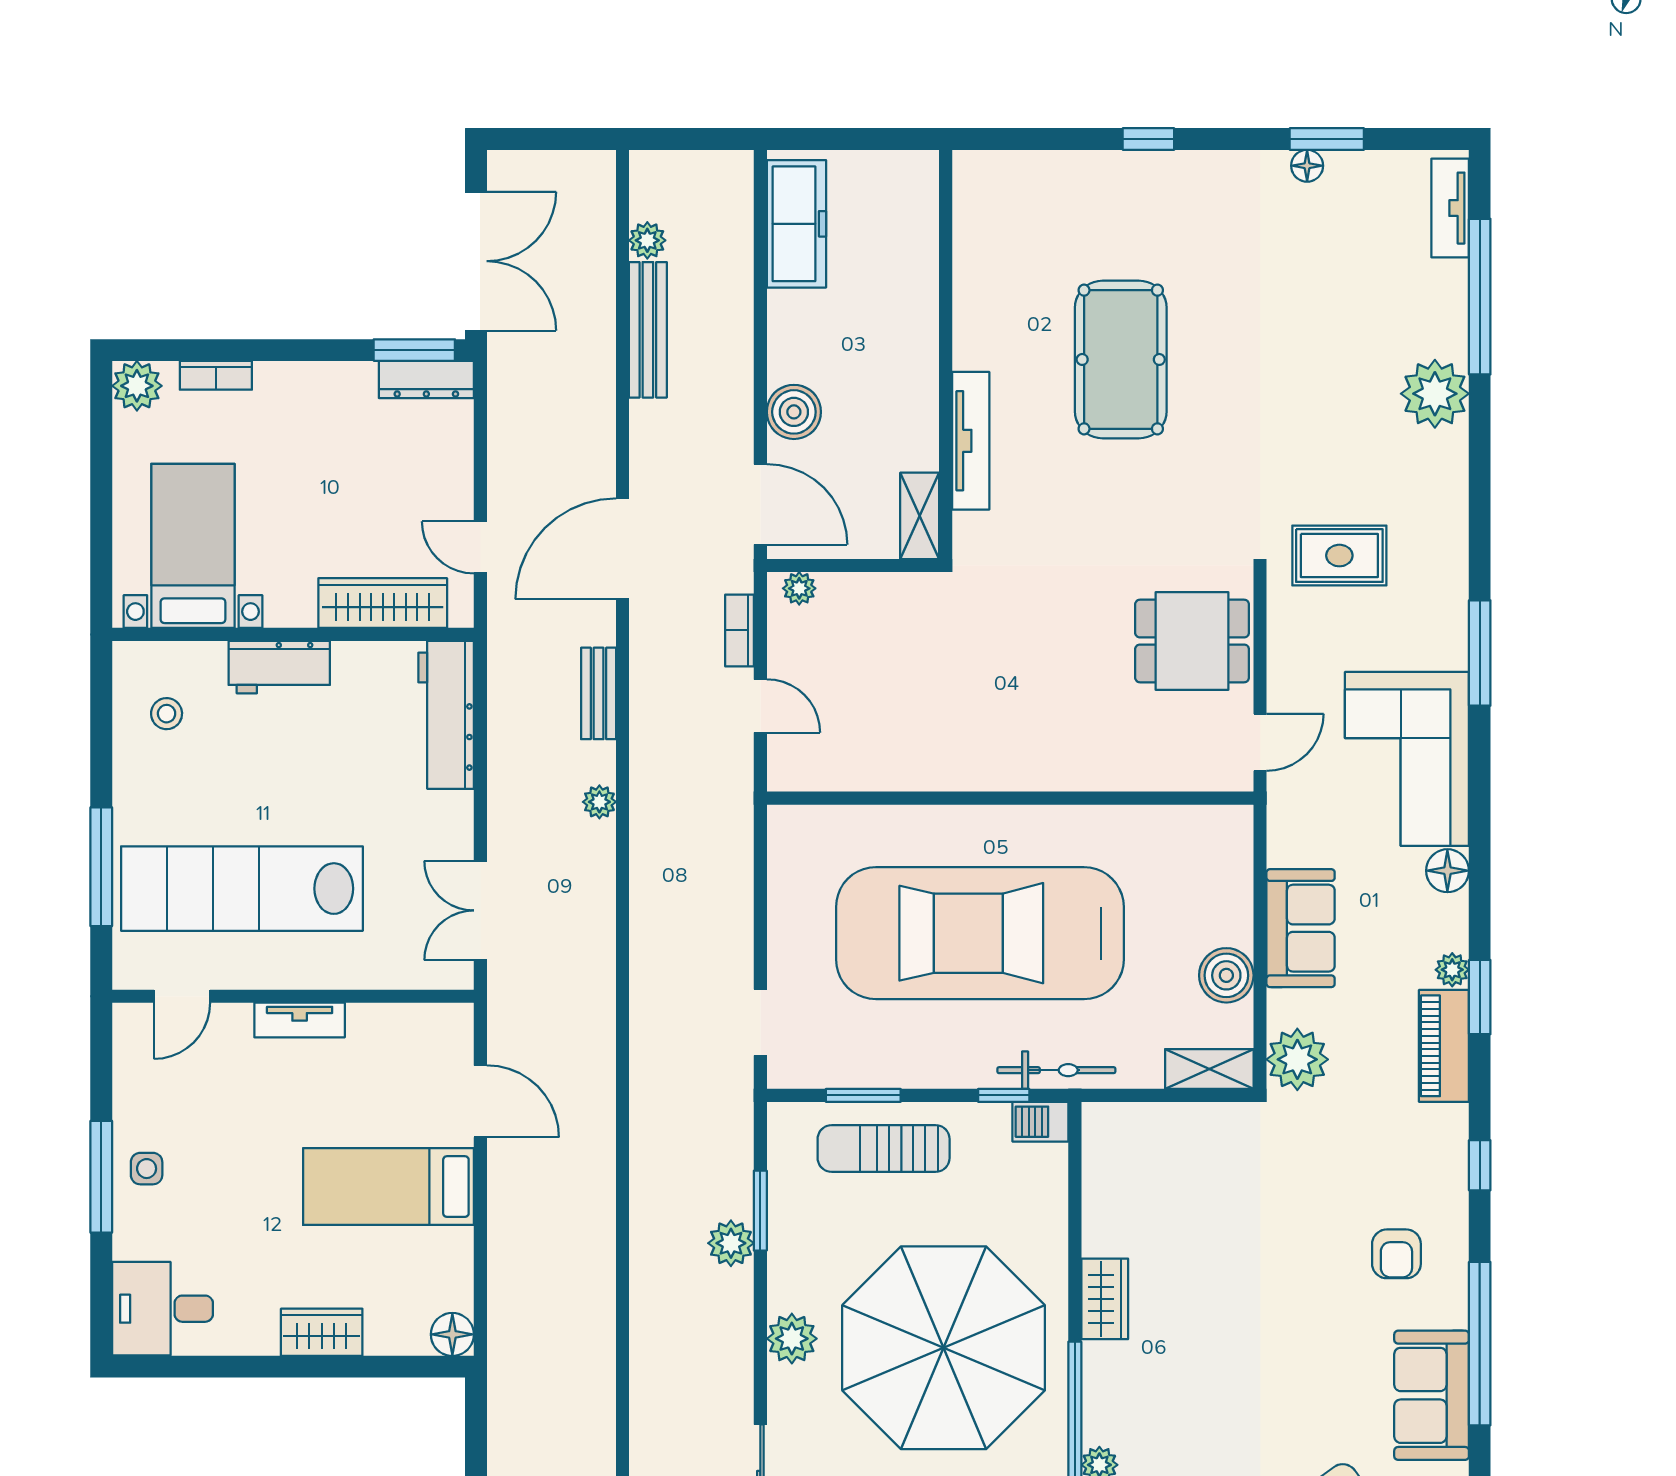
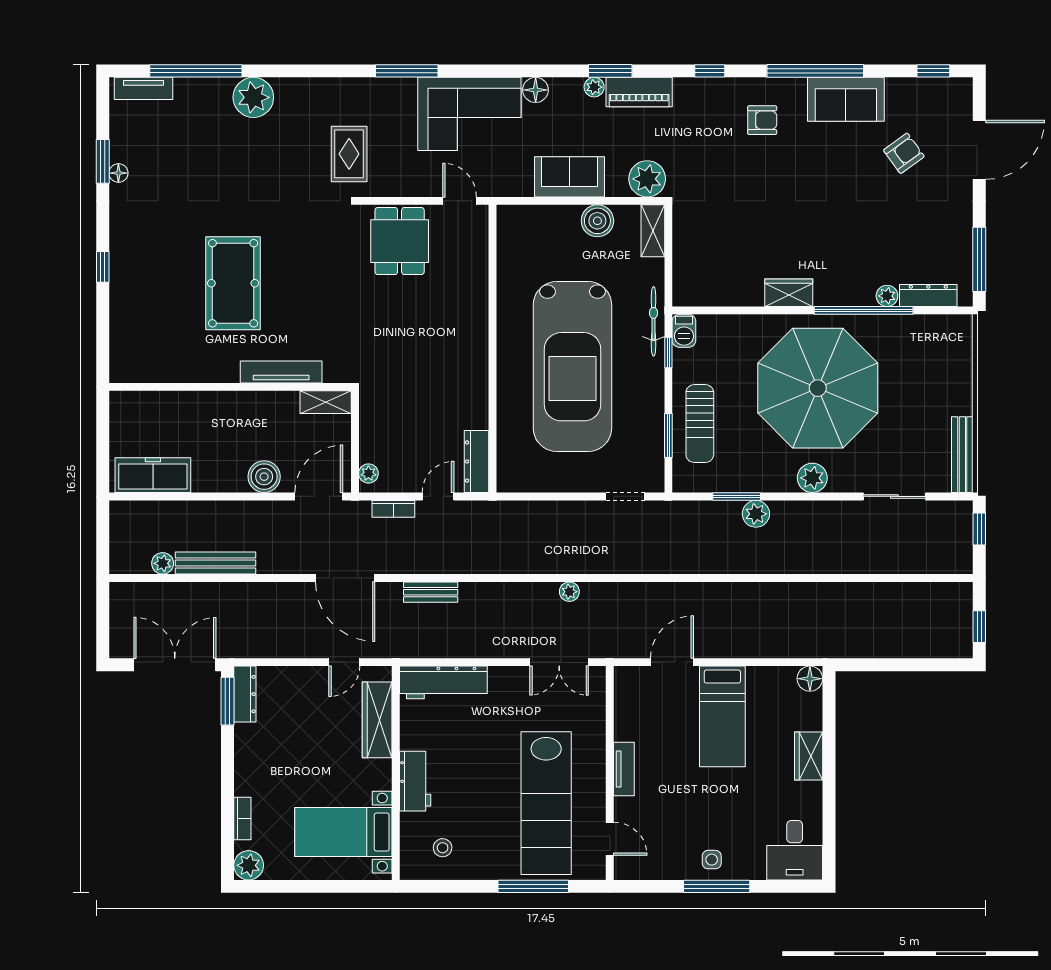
pool table: (1121, 359) -> (233, 283), turned 90
dresser: (819, 771) -> (477, 462), added
plant: (599, 802) -> (569, 592), moved

